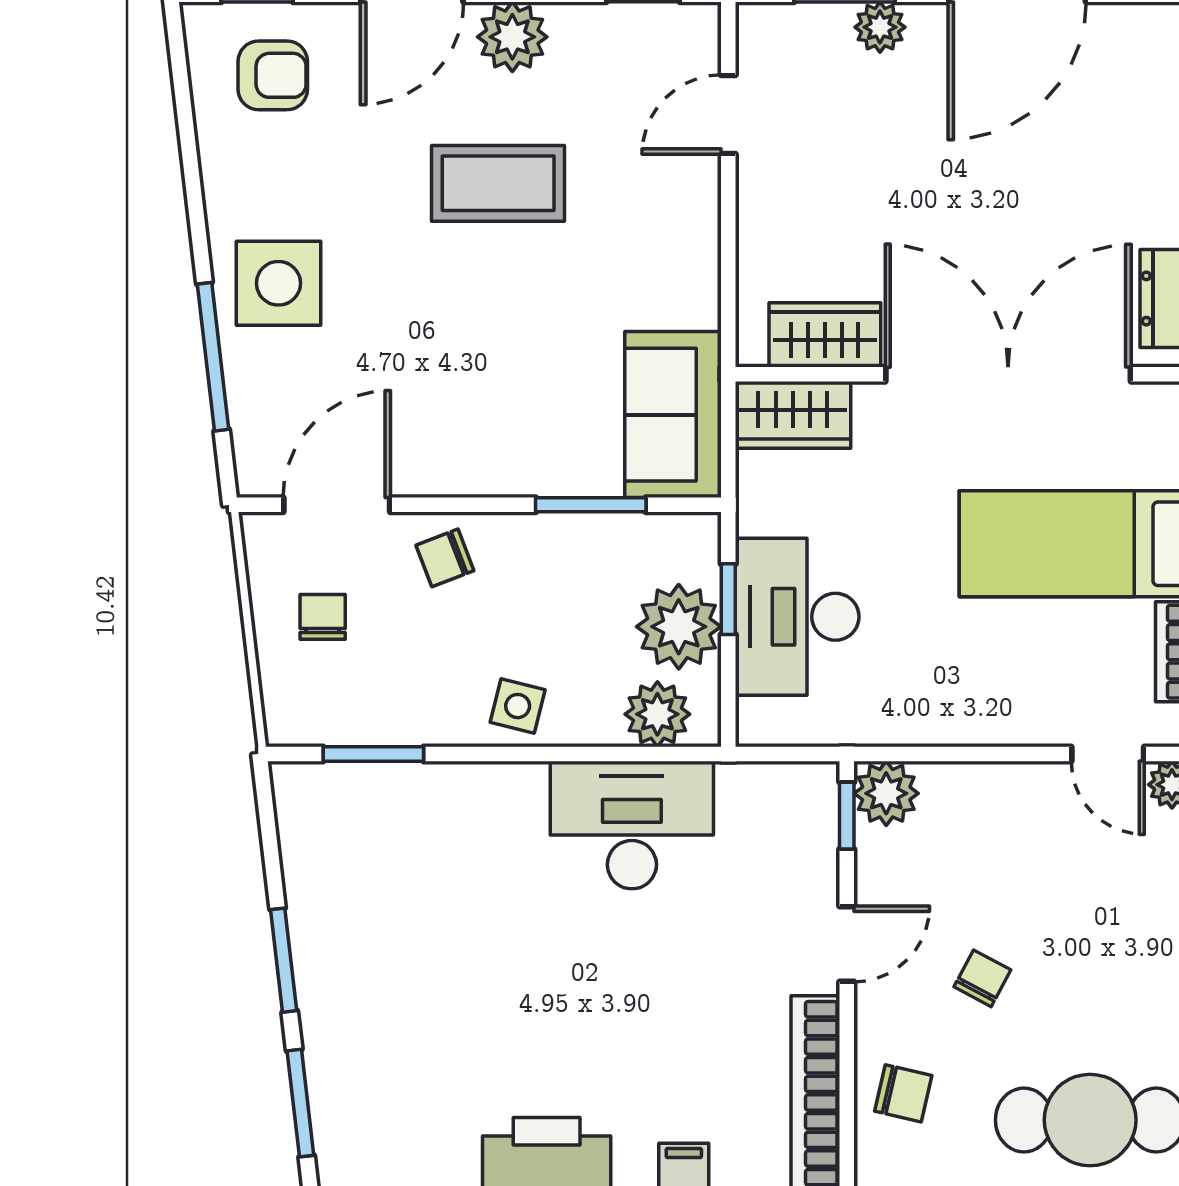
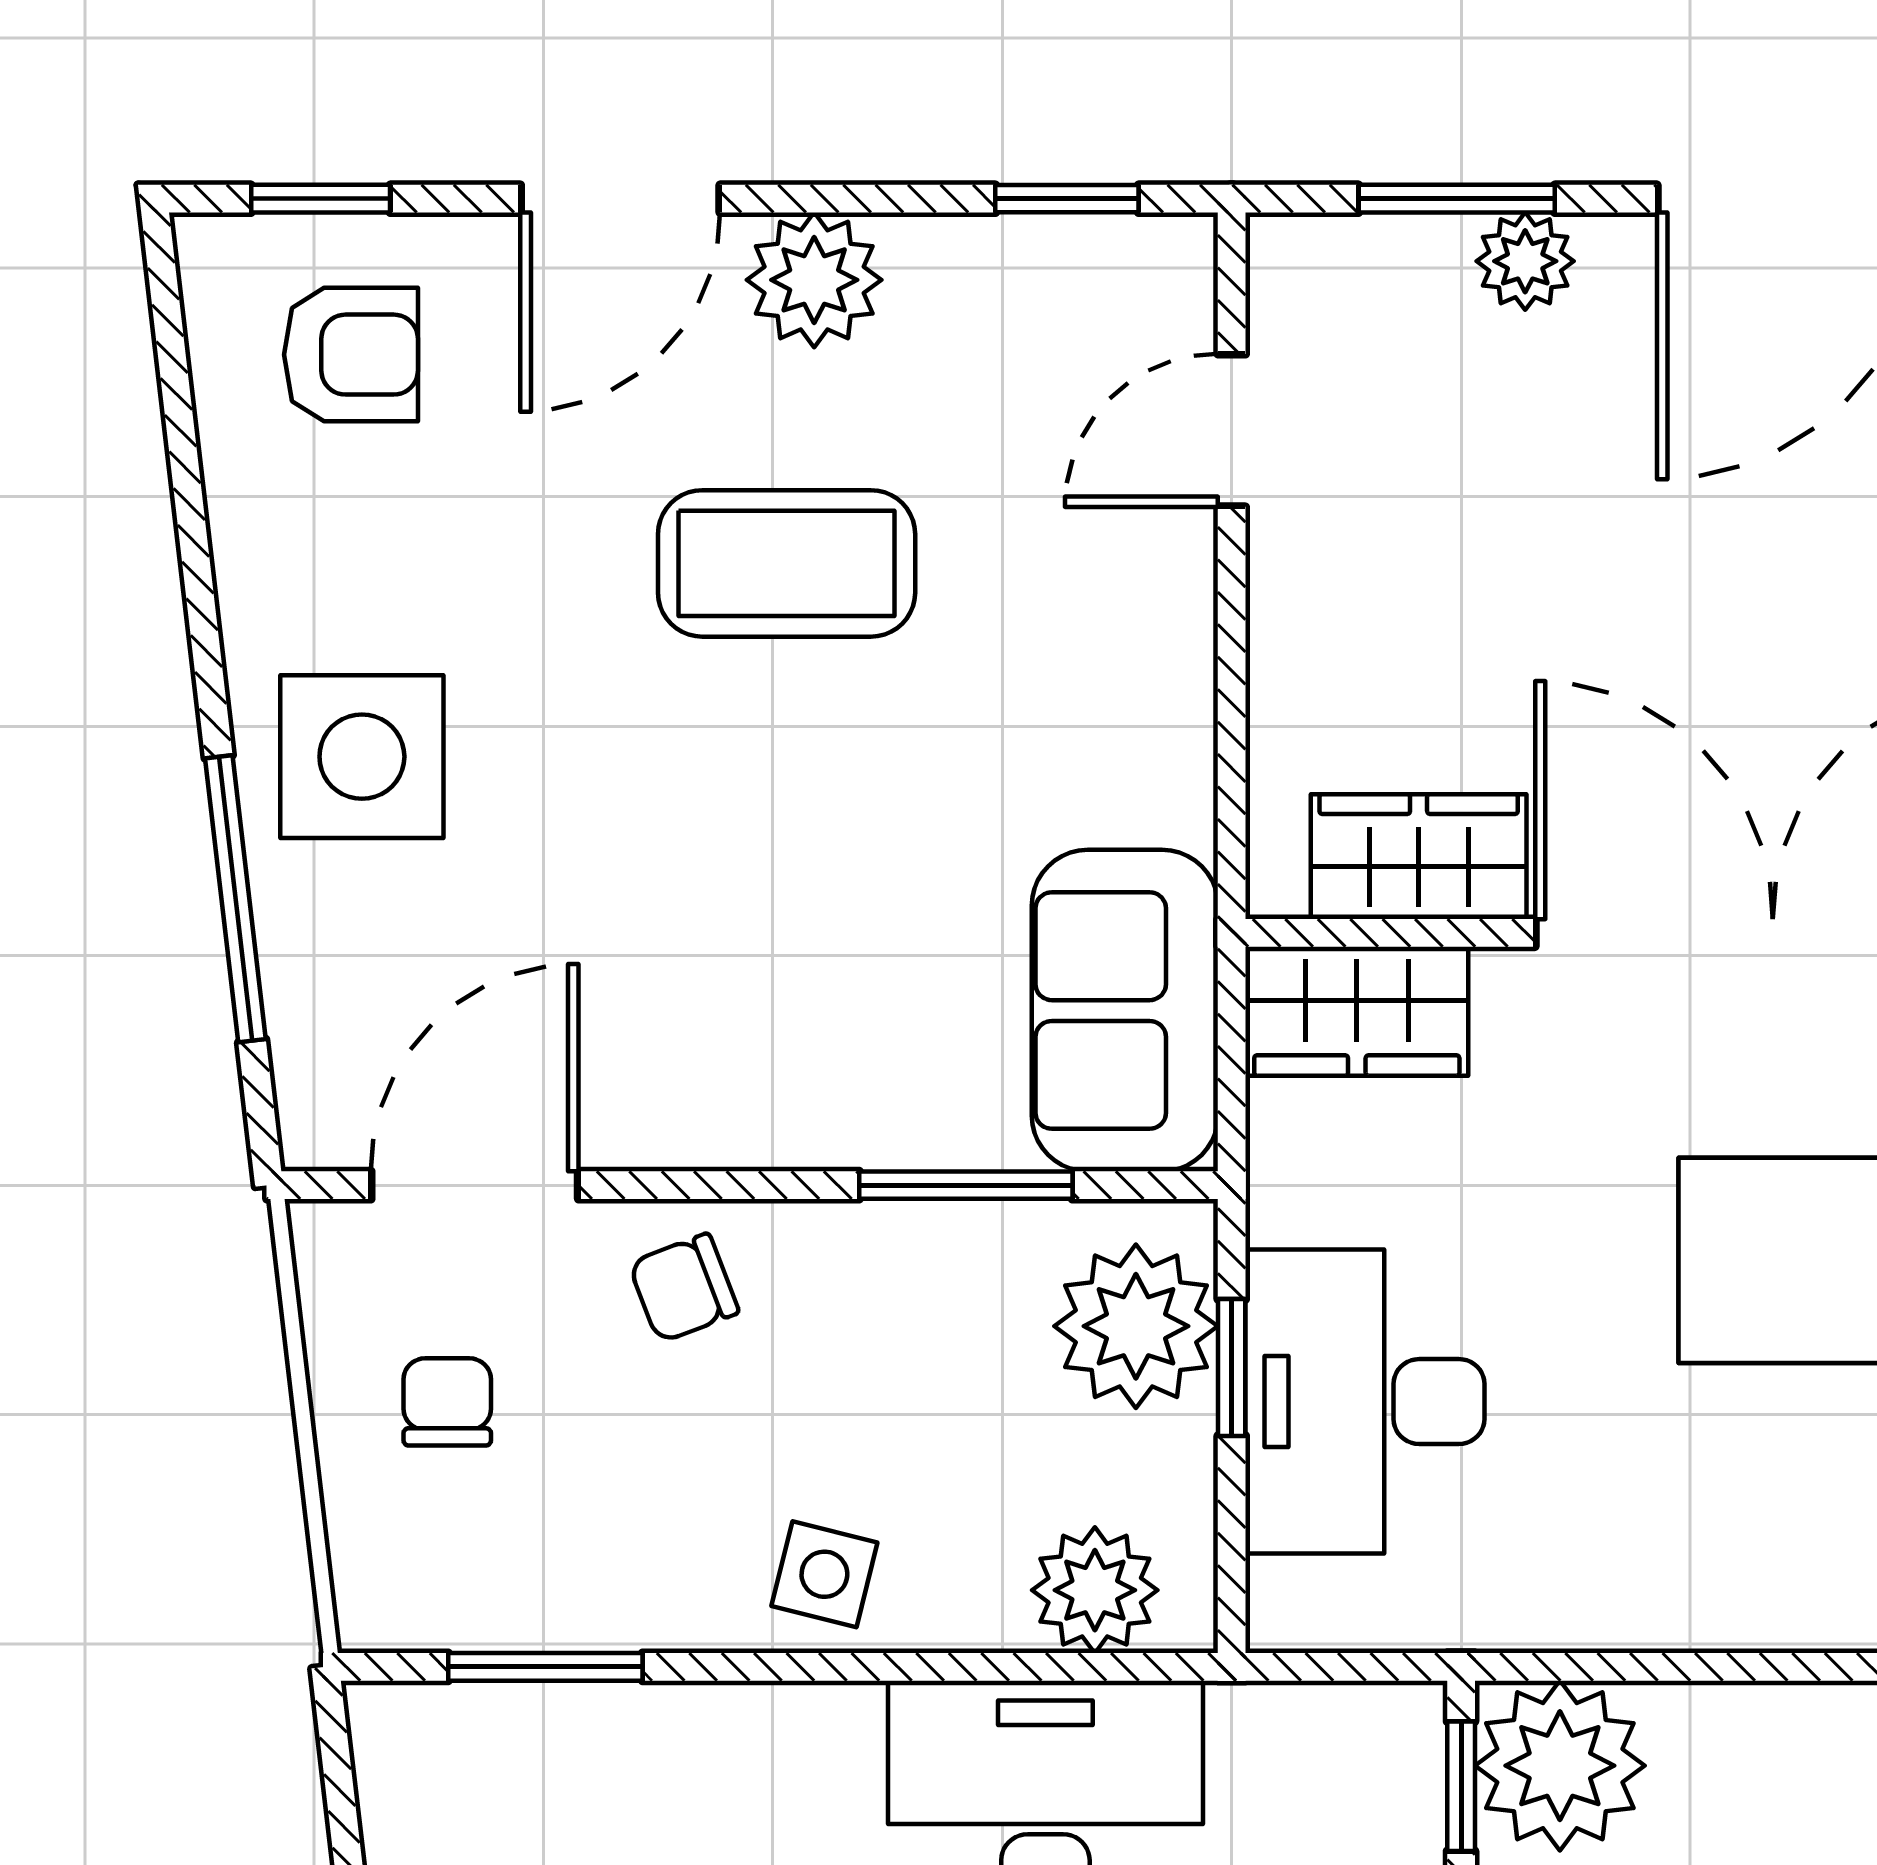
plant: (679, 627) -> (1136, 1326), moved
plant: (886, 793) -> (1560, 1766), width x1.36, depth x1.36

